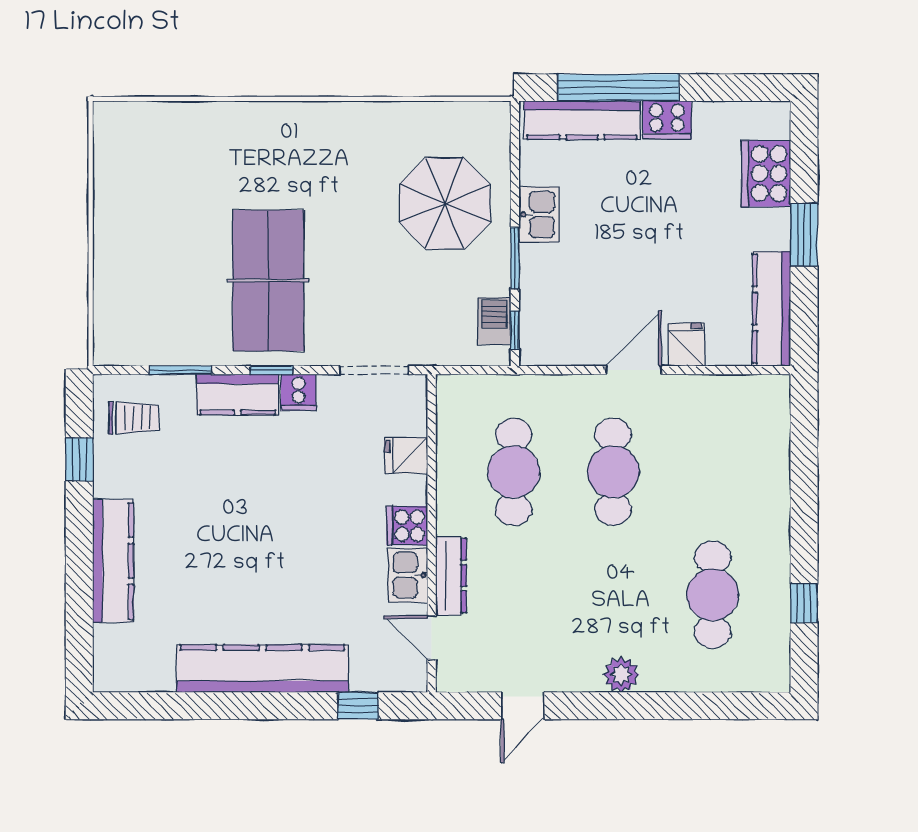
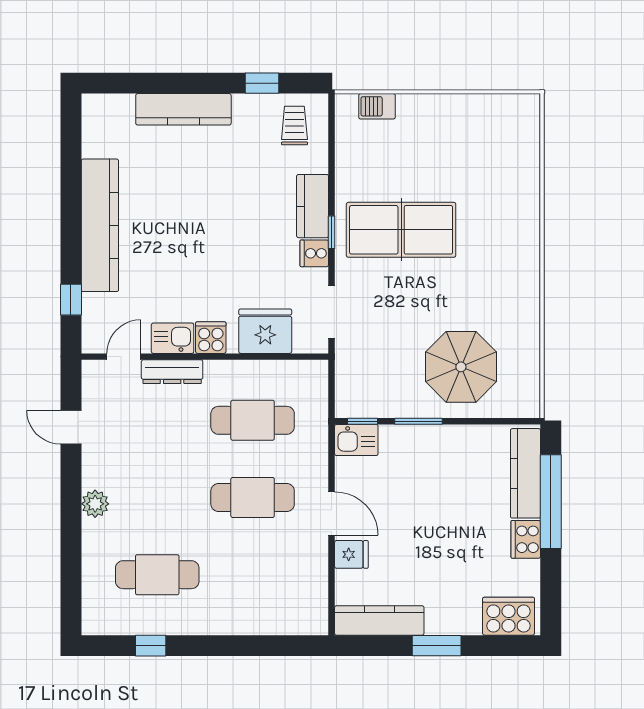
cooker: (766, 173) -> (509, 616), moved
kitchen sink: (539, 215) -> (356, 440), moved
barbecue: (494, 321) -> (377, 106), moved, turned 180
window: (181, 370) -> (332, 162), removed
trolley: (134, 418) -> (294, 126), turned 180
fridge: (406, 456) -> (265, 331), width x1.88, depth x1.34

